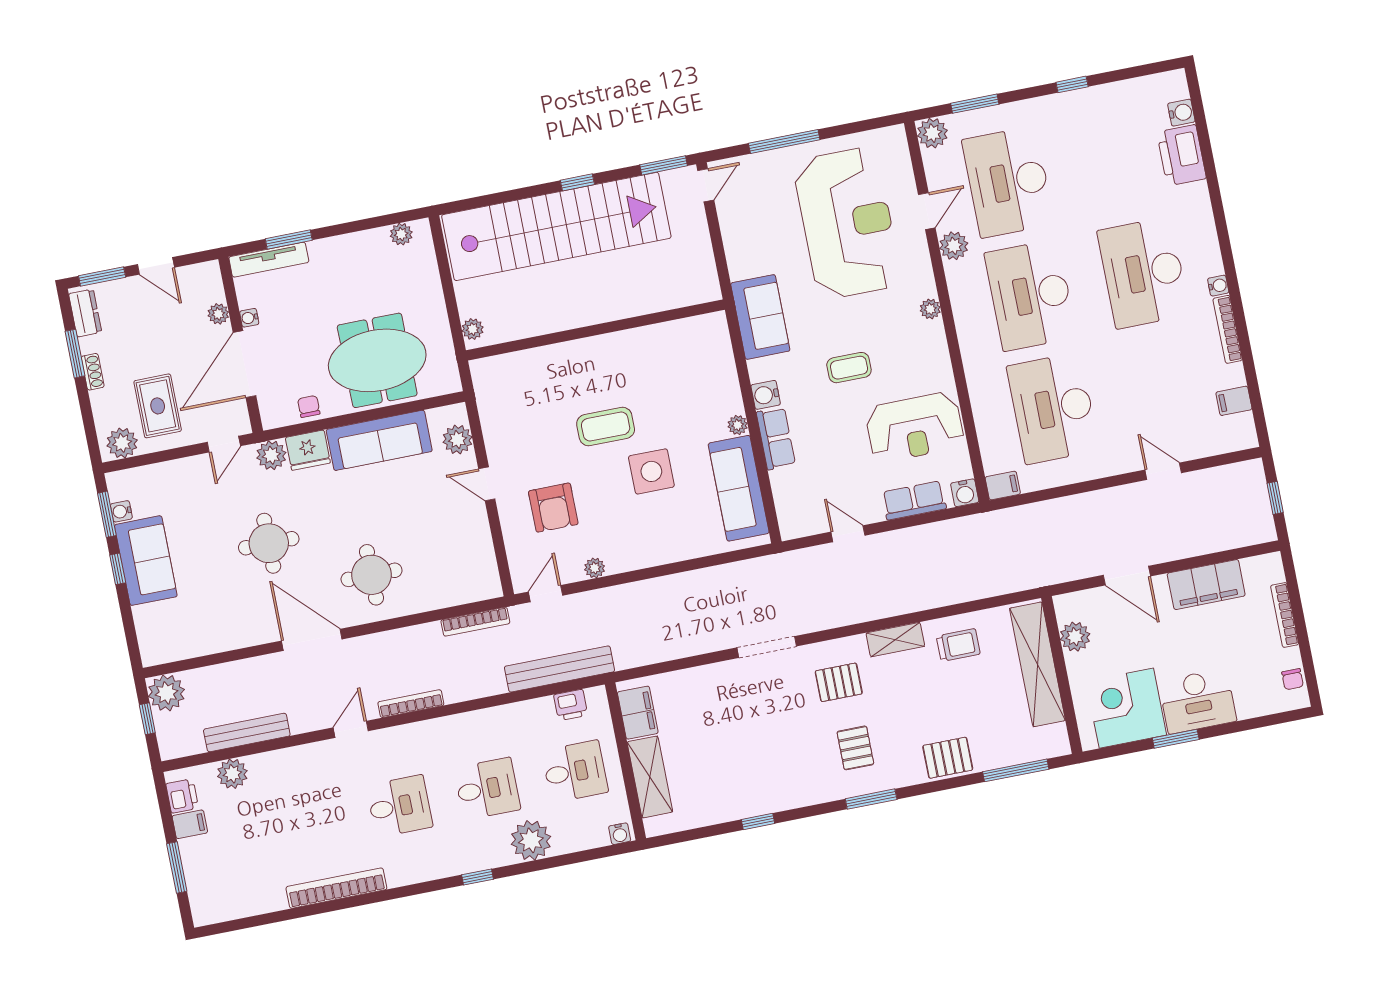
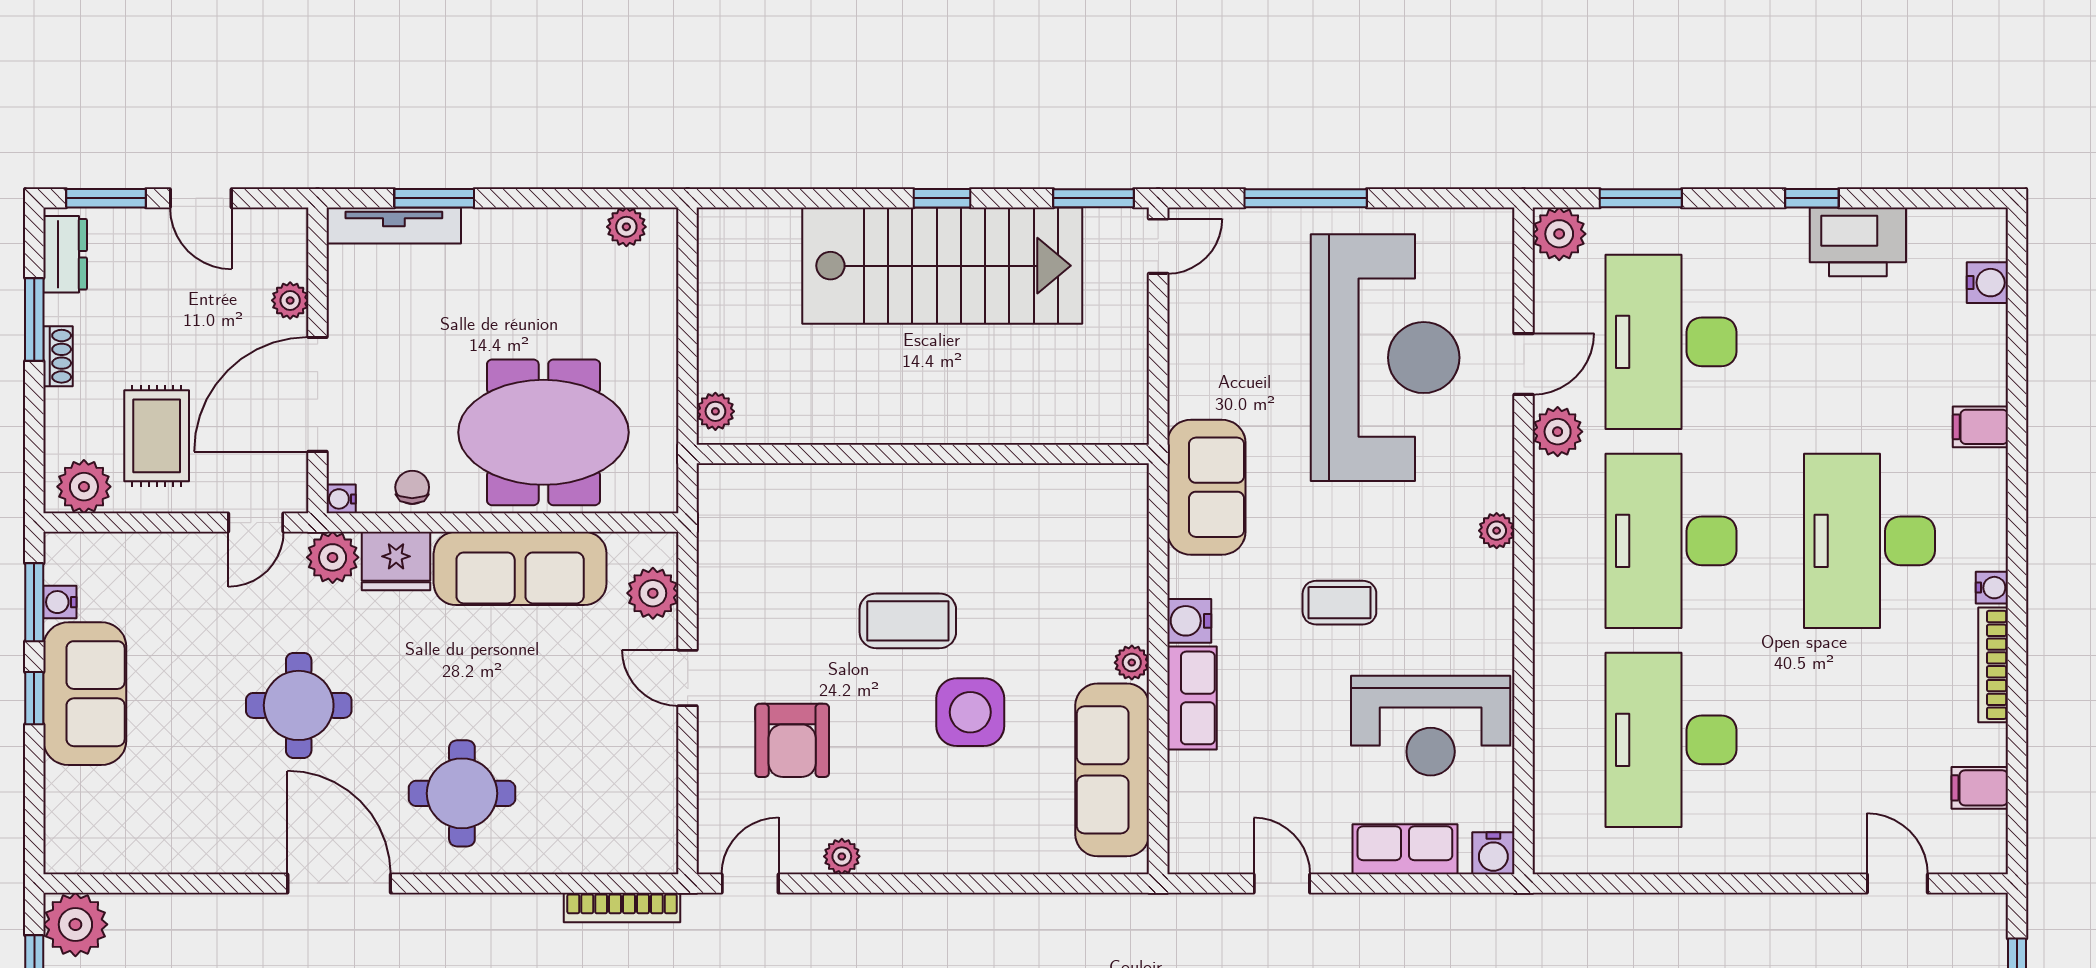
printer: (1182, 155) -> (1858, 242), moved, turned -90
stairs: (556, 226) -> (942, 266), width x0.73
water cooler: (249, 318) -> (341, 499), moved
door: (1163, 471) -> (1897, 883), moved
filing cabinet: (1003, 486) -> (1980, 427), moved, turned 180

